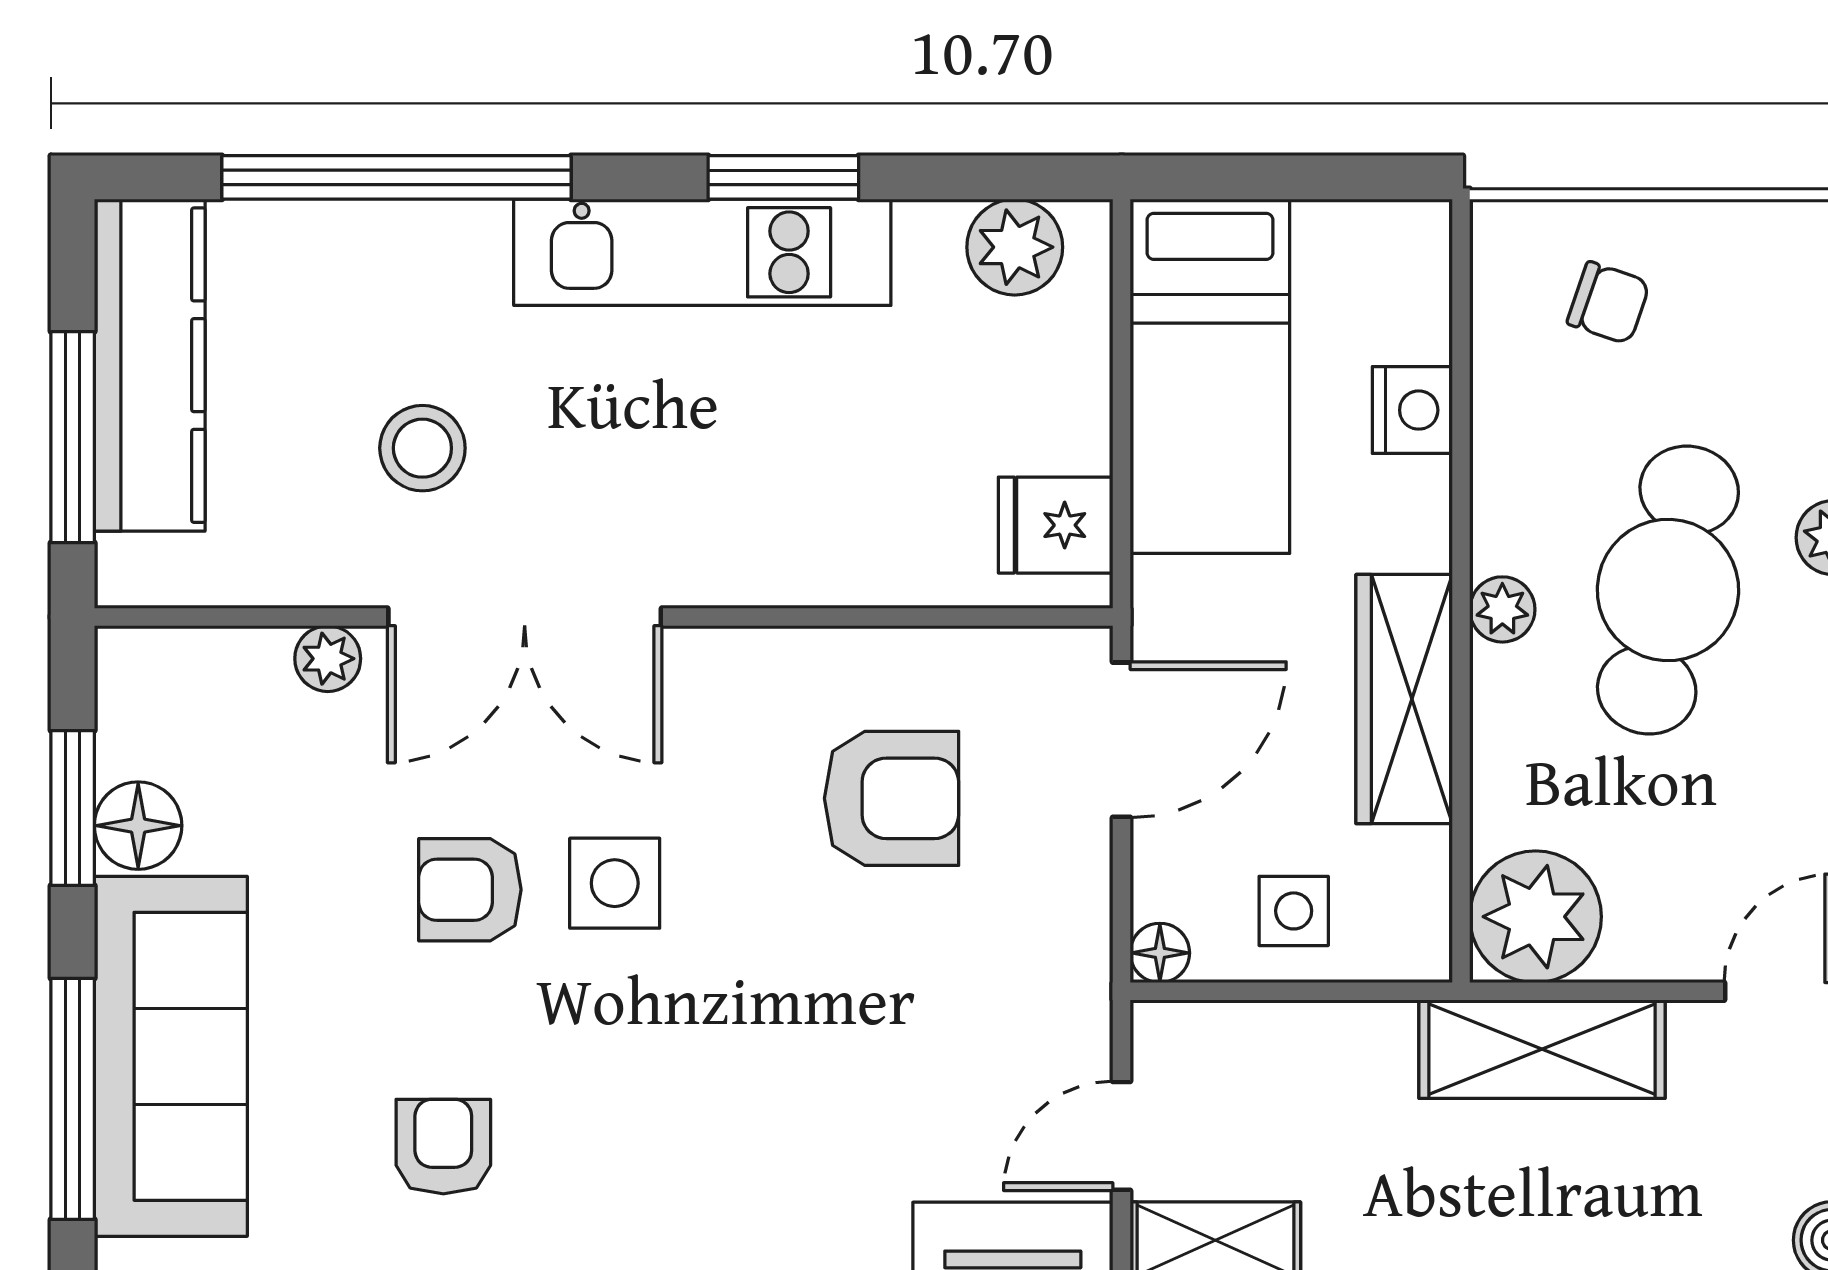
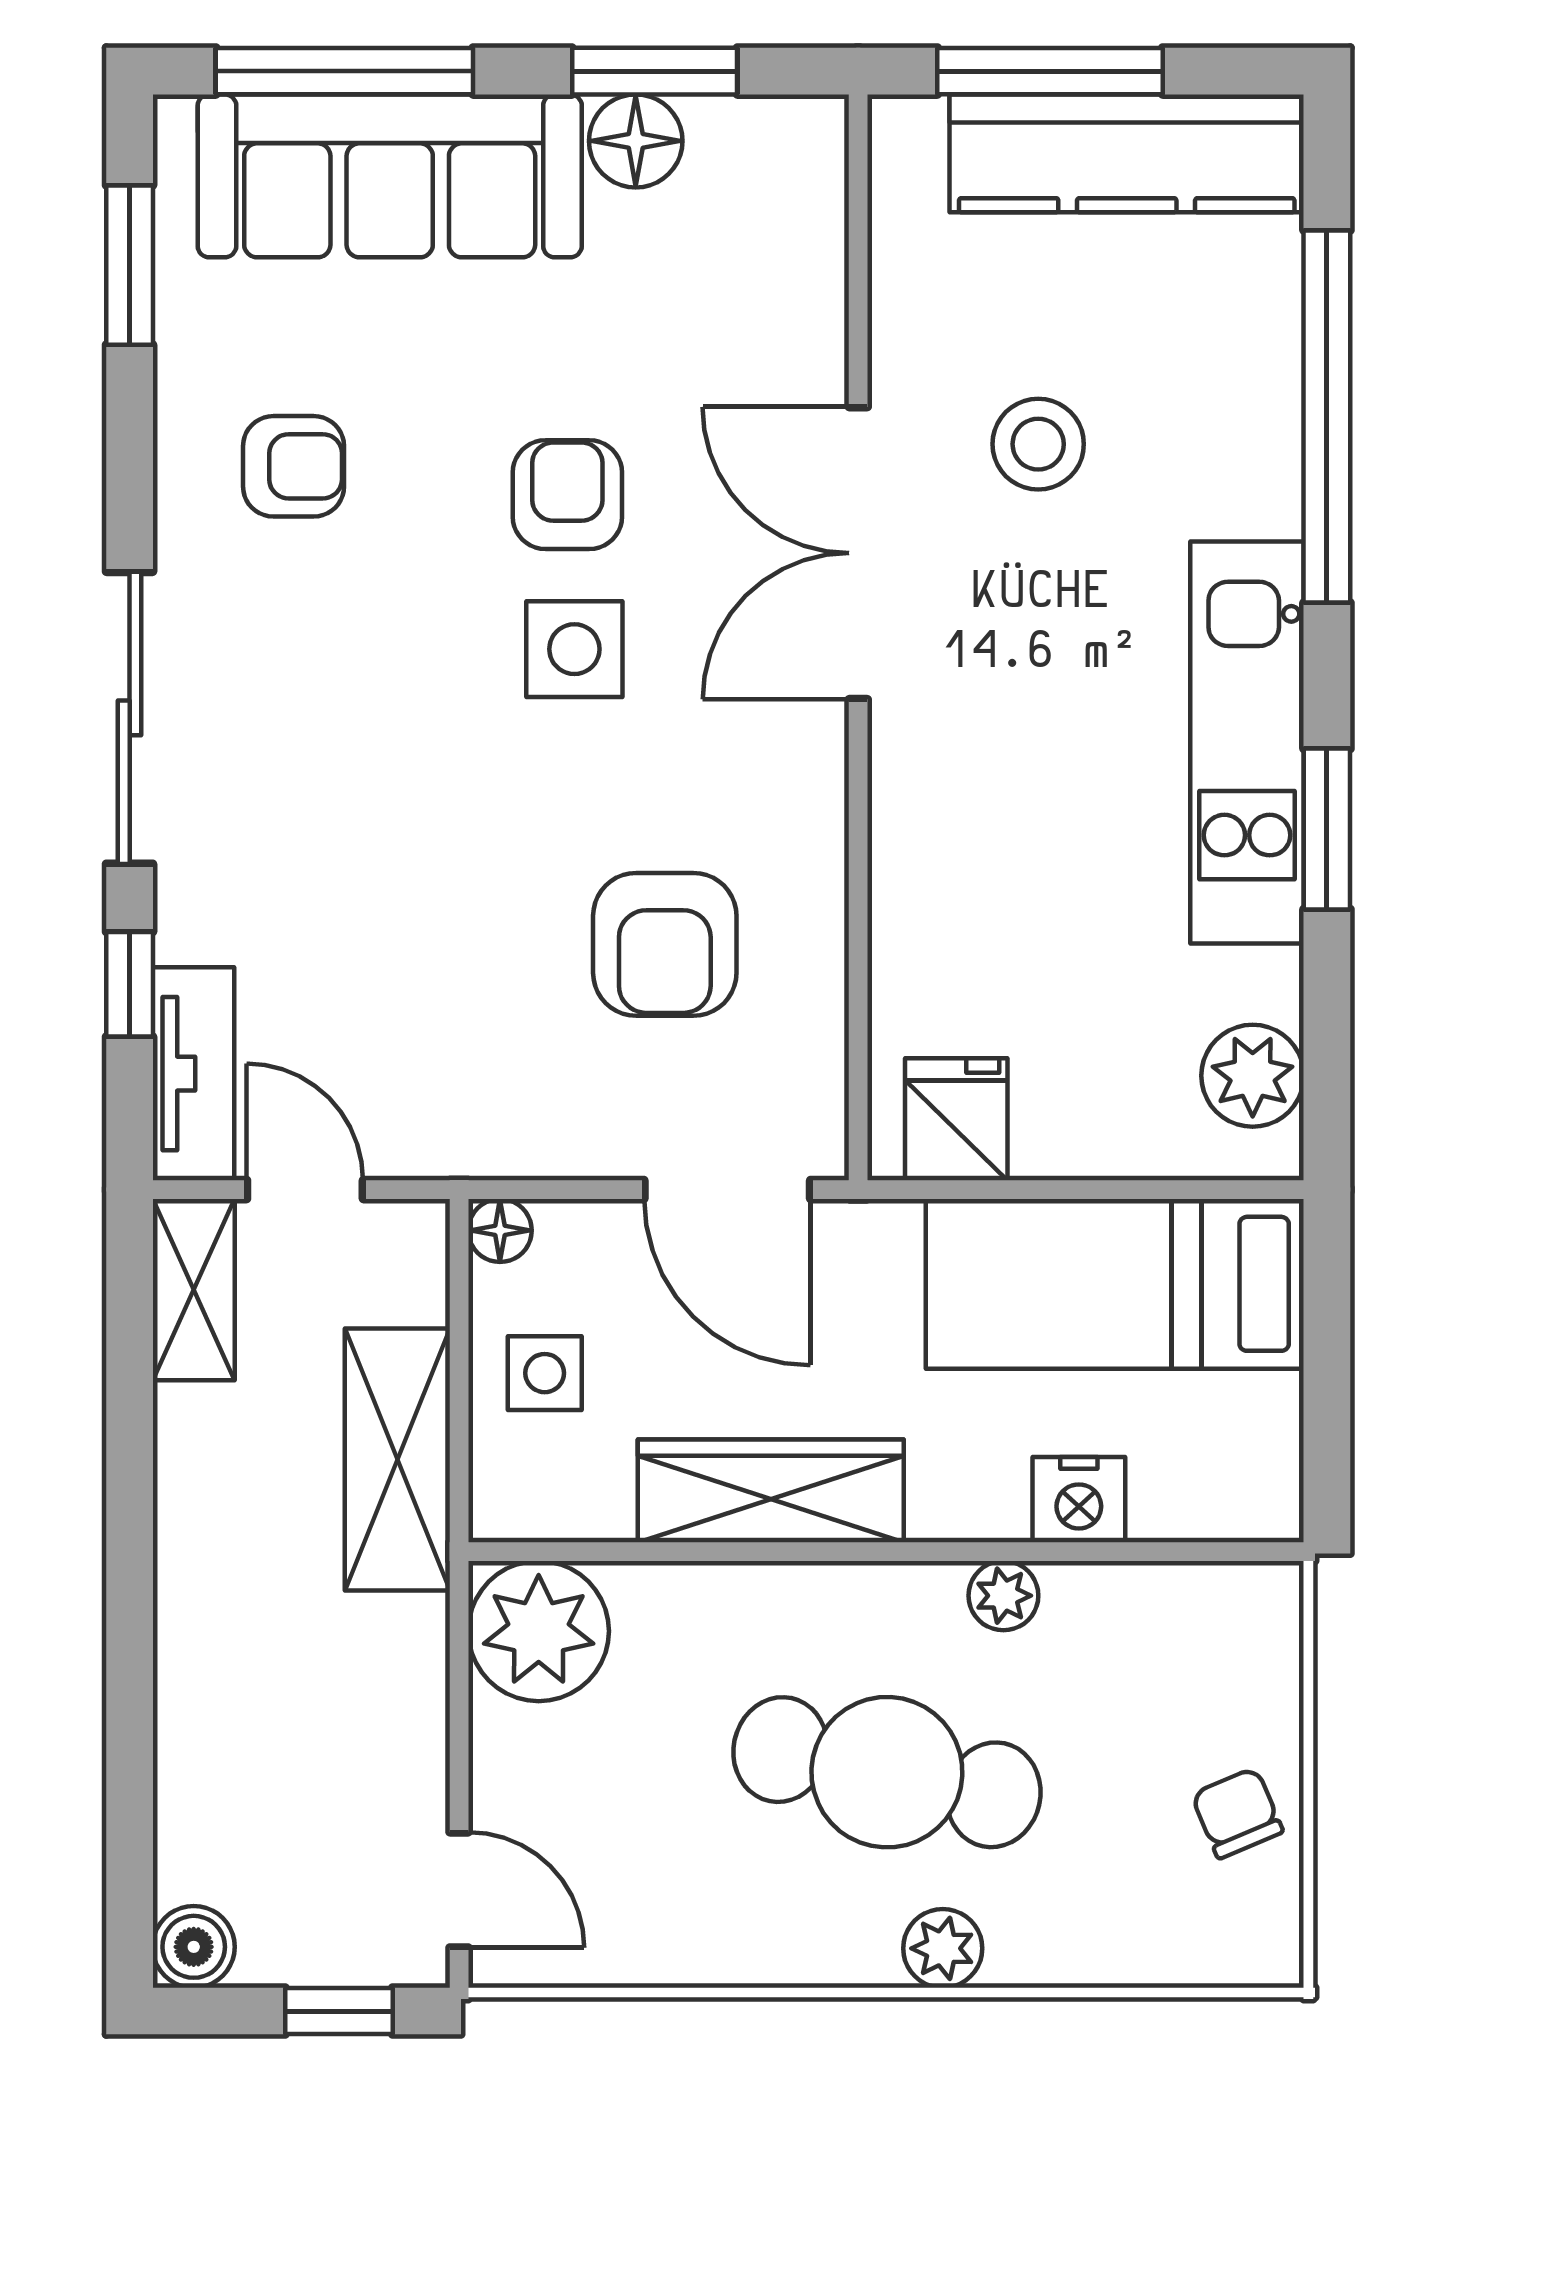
chair: (1608, 303) -> (1237, 1813), moved, turned 138
plant: (1502, 609) -> (1003, 1596), moved
plant: (328, 659) -> (814, 343), removed
shelving: (1542, 1049) -> (397, 1459), moved

